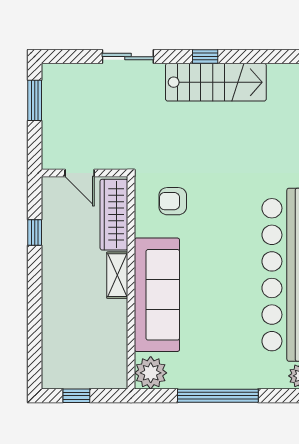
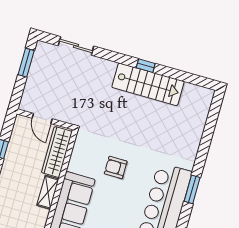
sliding door: (128, 57) -> (76, 46), moved
armchair: (173, 201) -> (116, 167), moved

